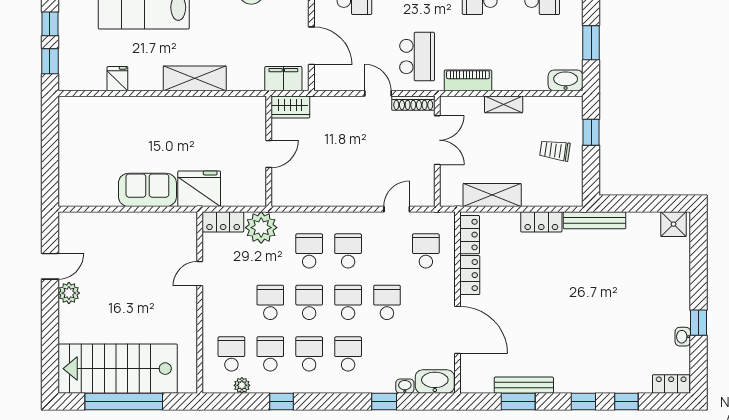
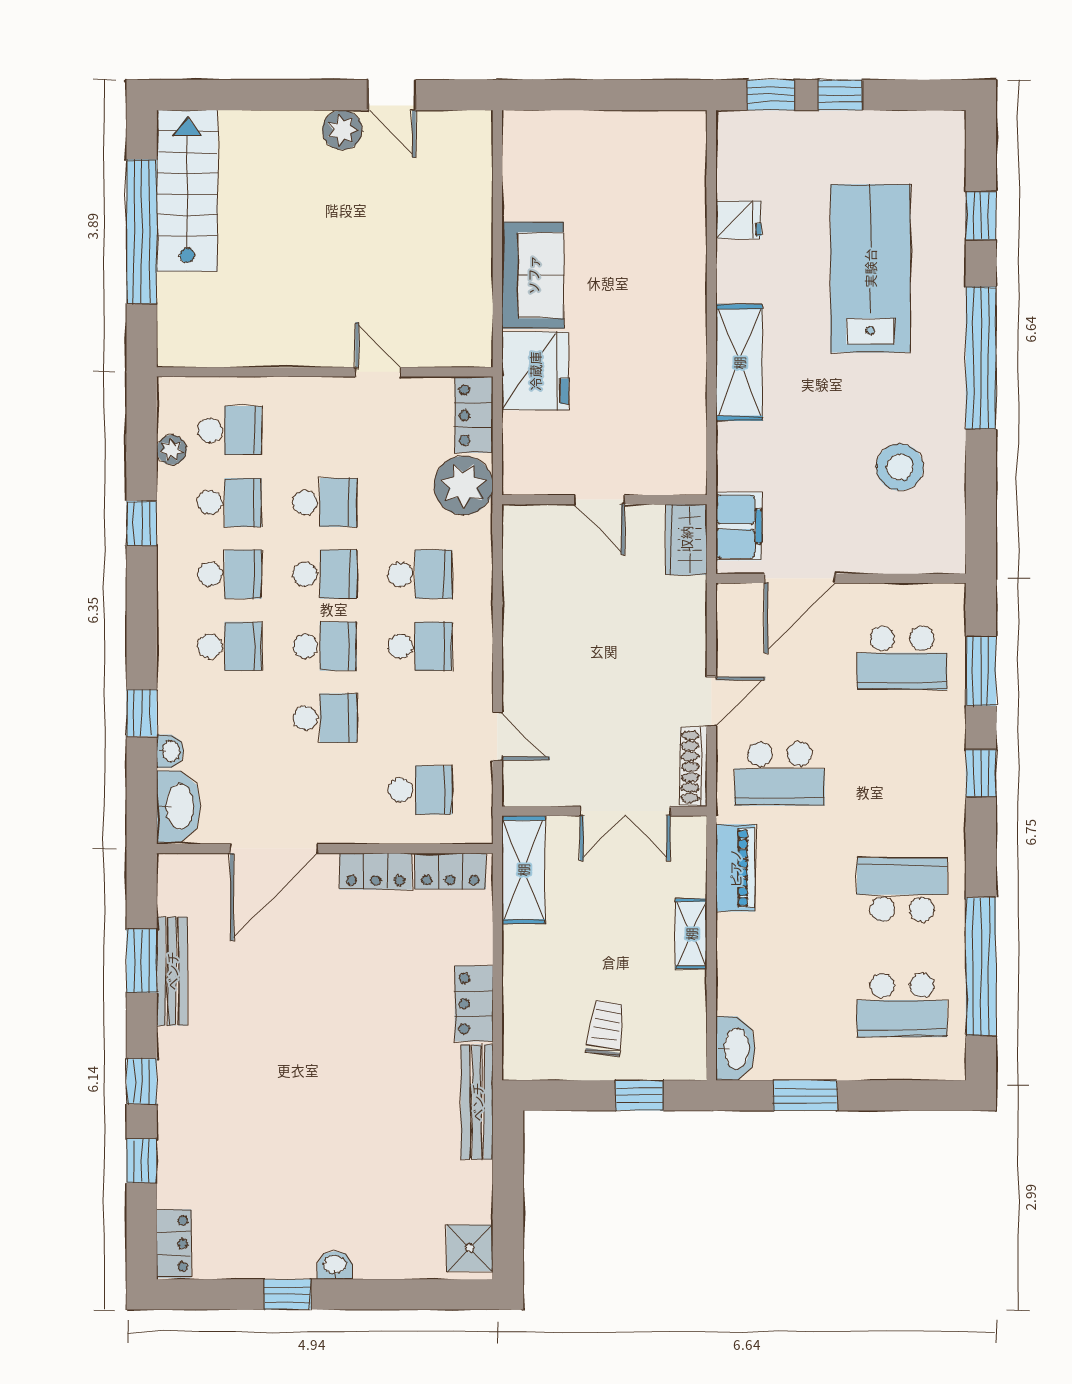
shelving: (492, 195) -> (523, 870), moved
washbasin: (683, 337) -> (335, 1265), moved
stairs: (118, 369) -> (187, 191), width x0.73, depth x0.66

